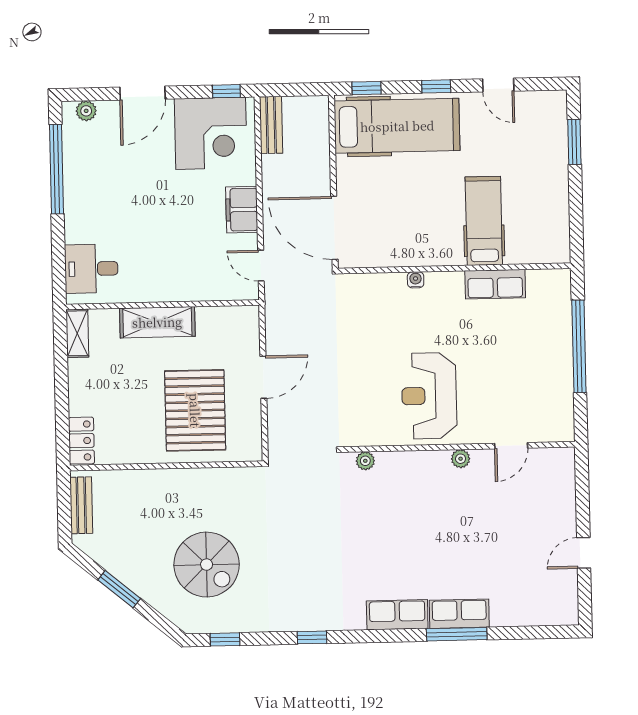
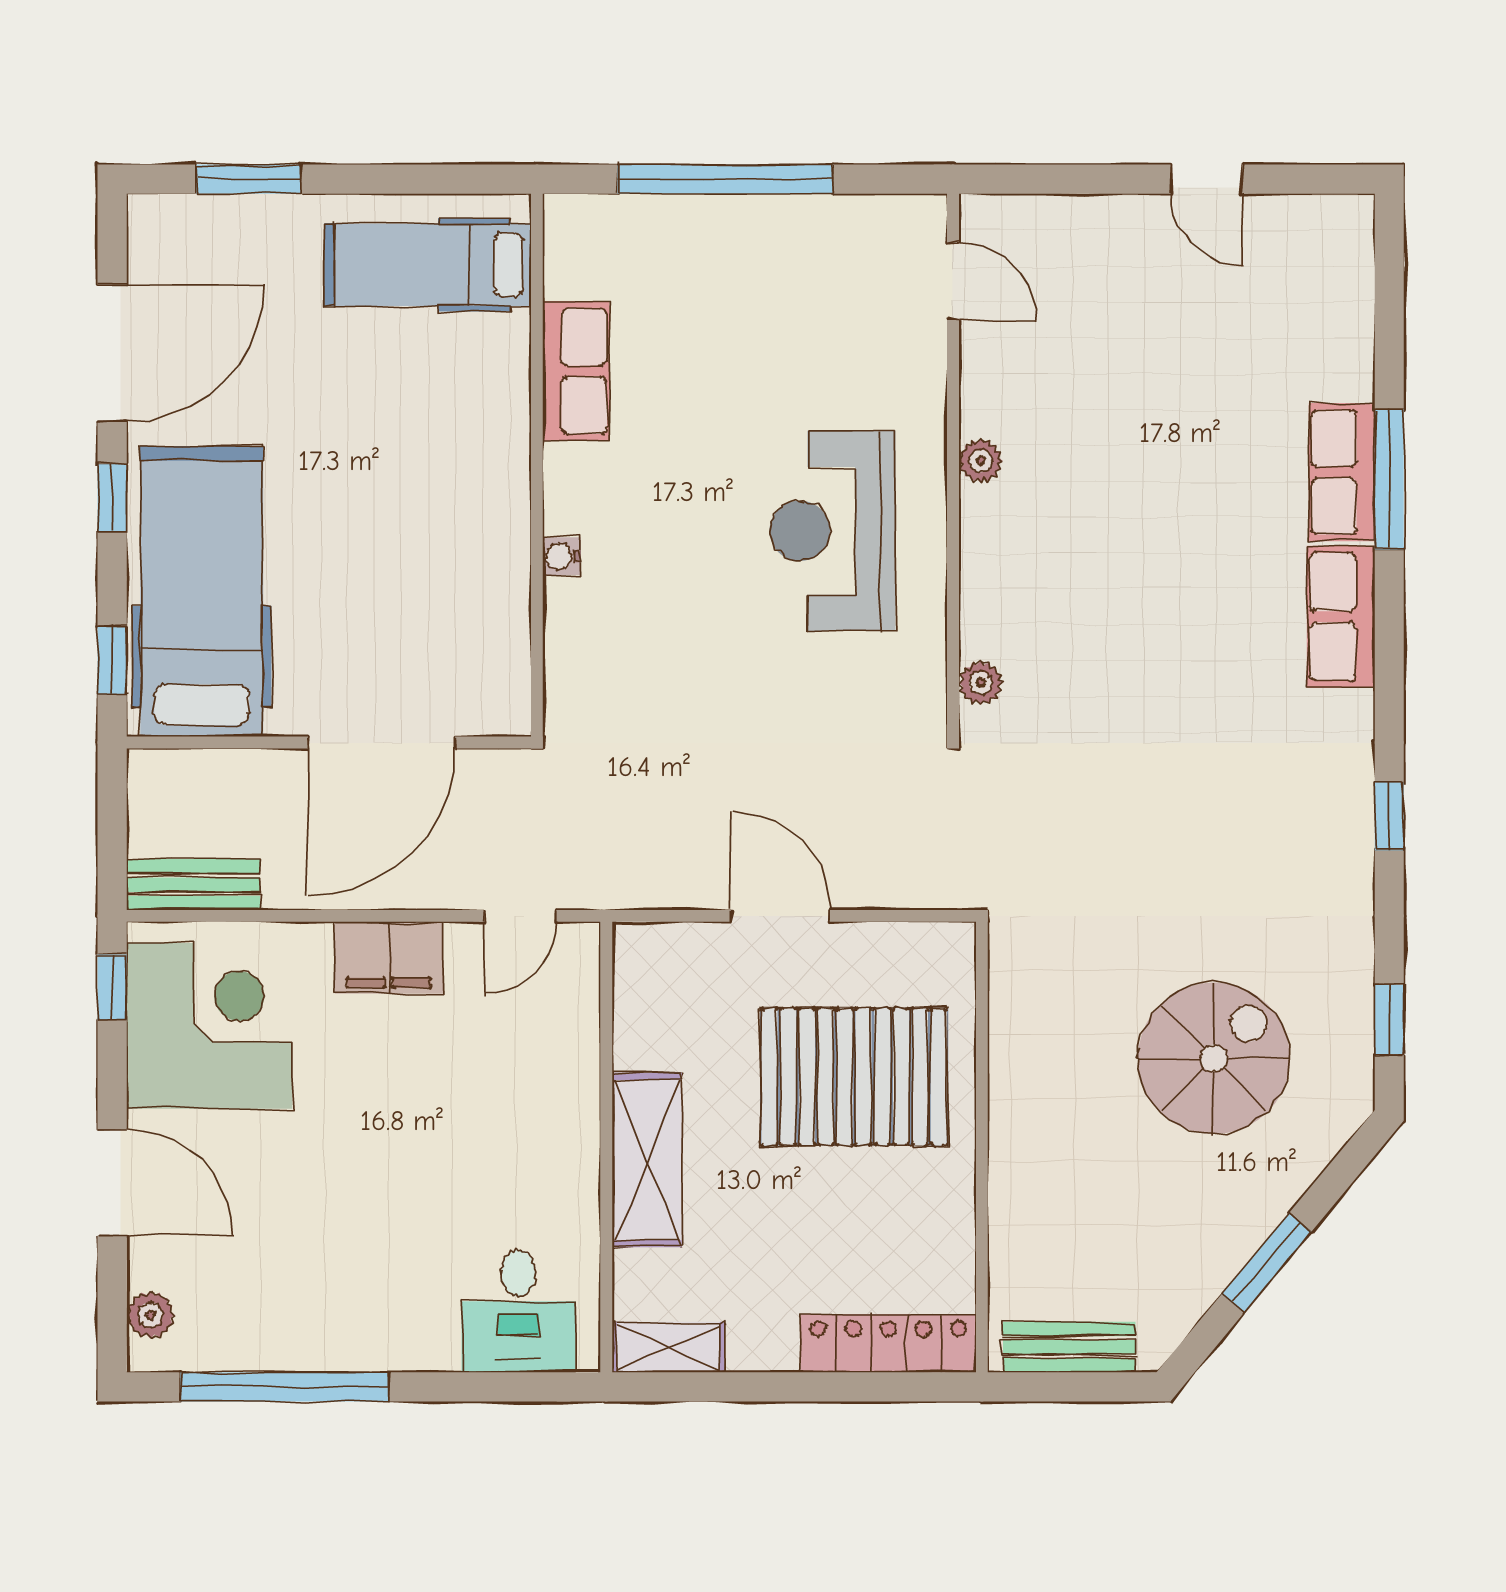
door: (498, 85) -> (112, 353), width x1.87
hospital bed: (484, 221) -> (428, 265), moved
door: (334, 228) -> (382, 743), moved
reception desk: (429, 396) -> (833, 531), turned 90
locker: (81, 441) -> (888, 1343), width x1.53
door: (511, 446) -> (953, 281), moved

